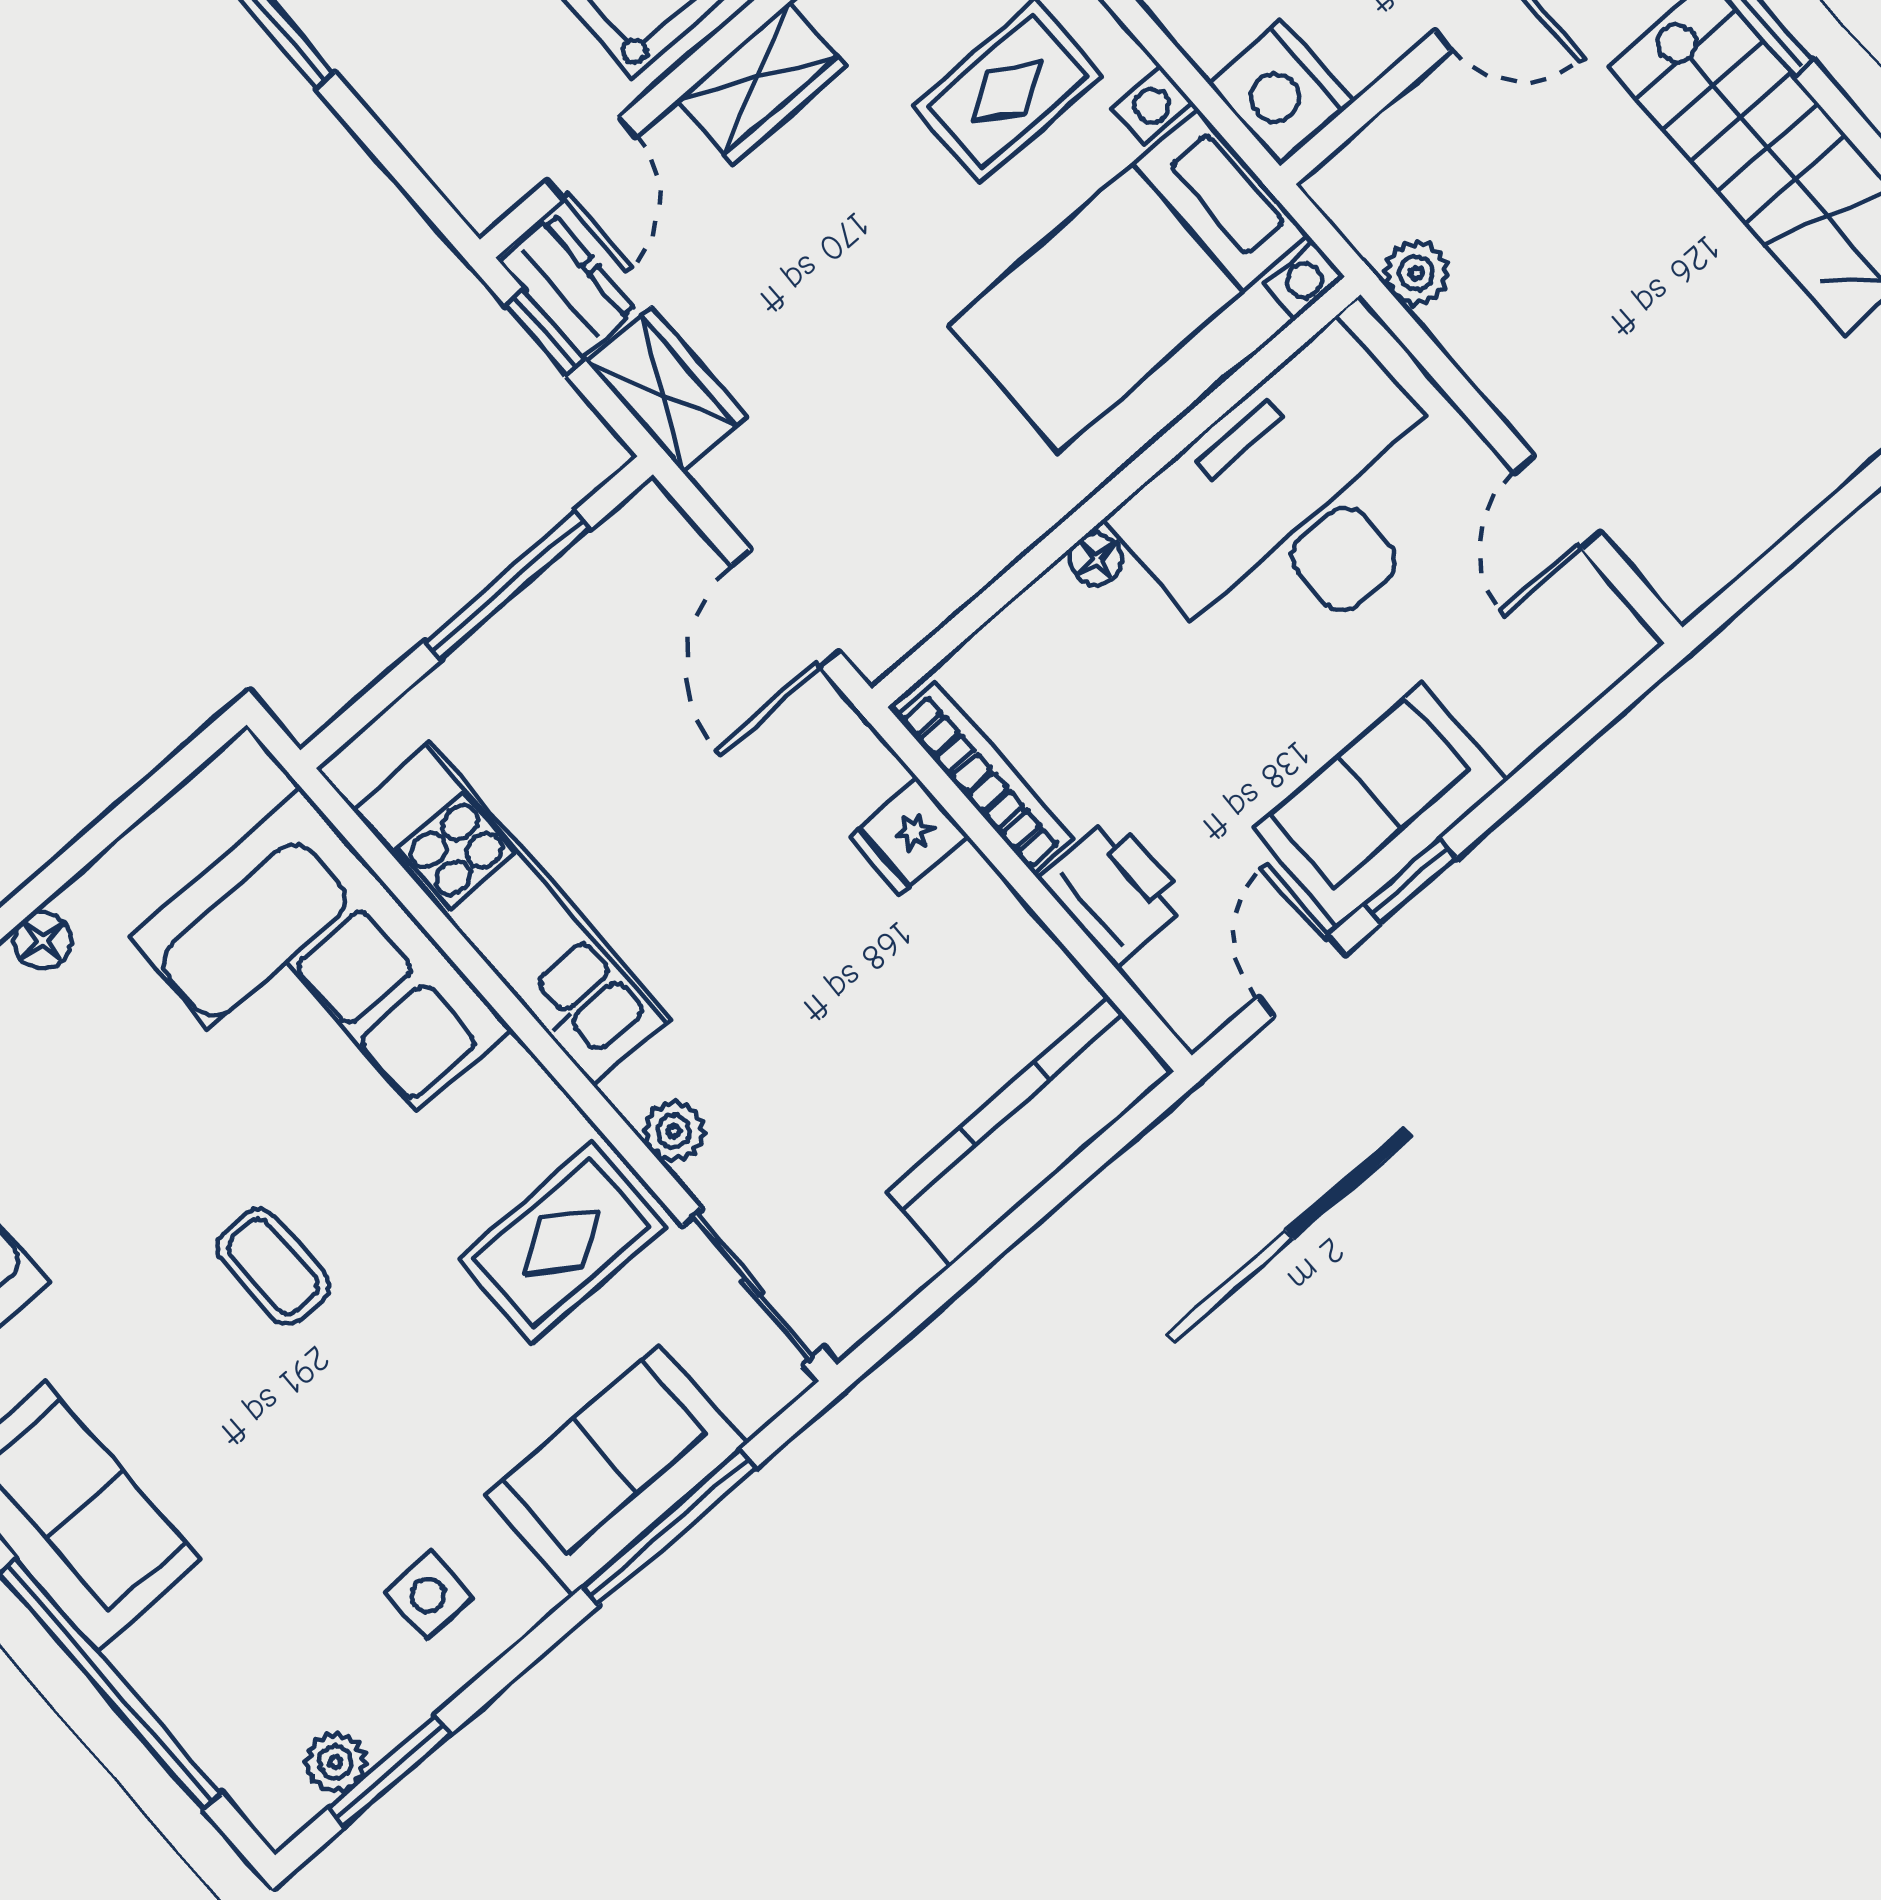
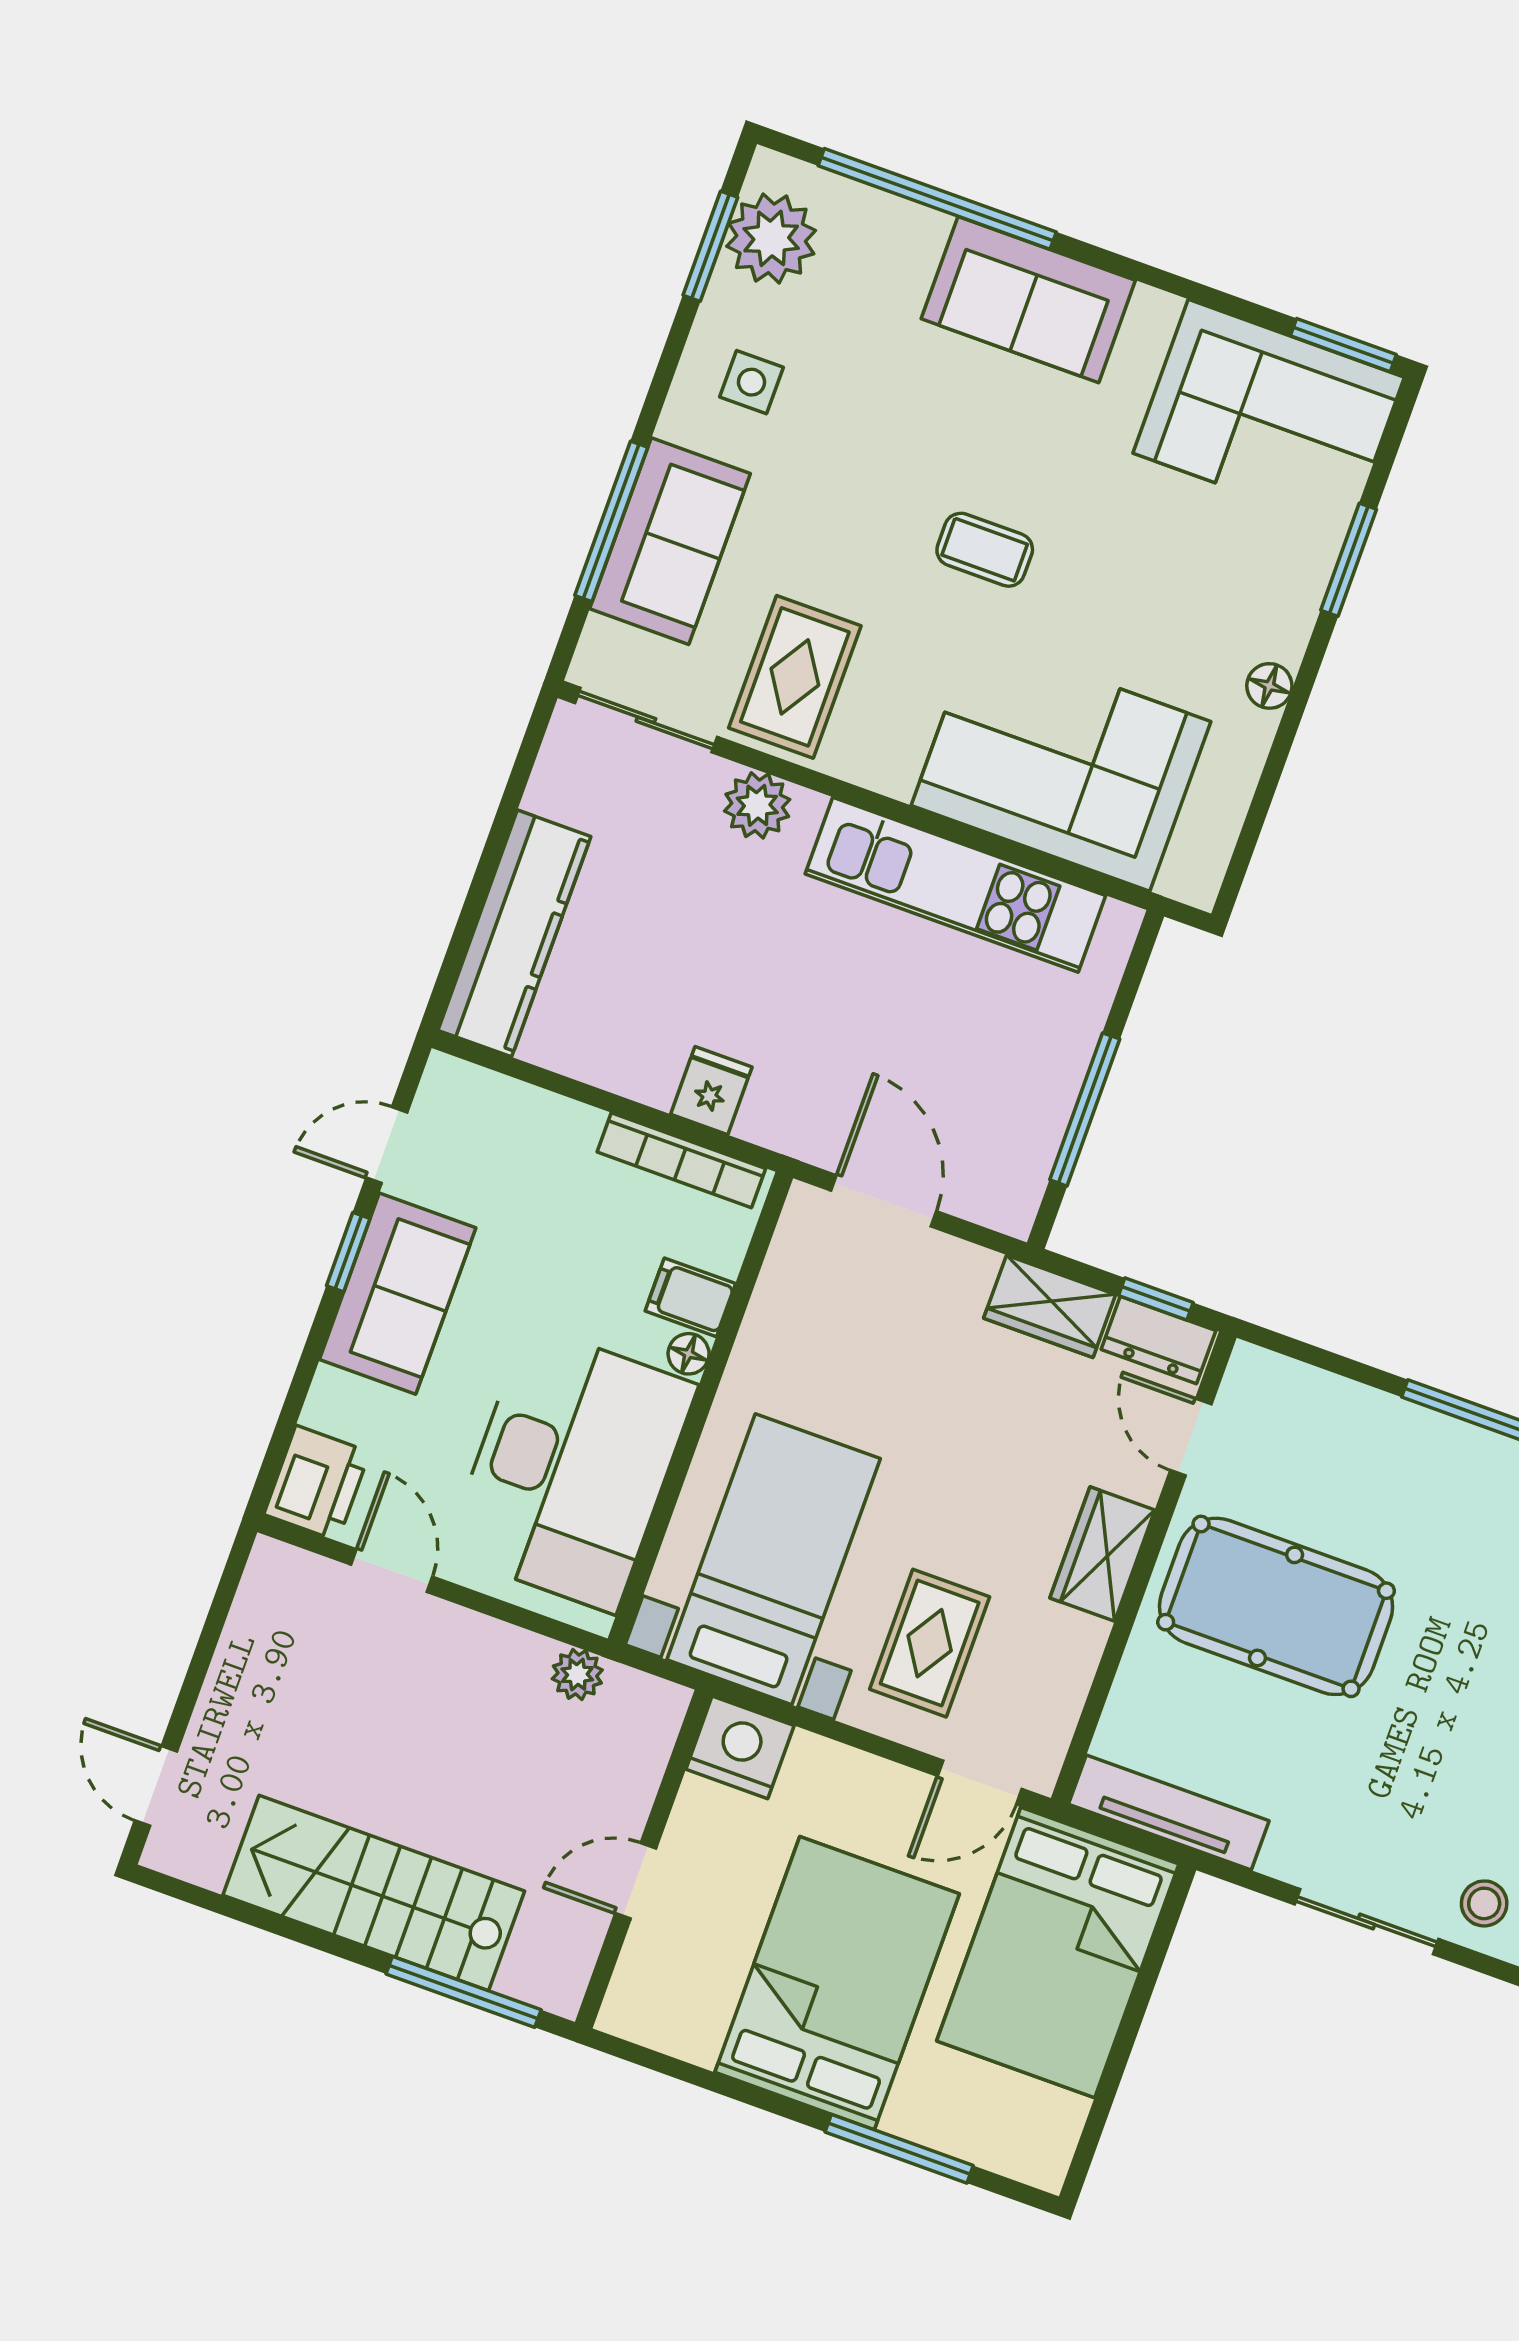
filing cabinet: (1059, 621) -> (690, 1297), added
printer: (1114, 891) -> (317, 1483), moved, turned -90
door: (1301, 976) -> (387, 1145), swing flipped
plant: (674, 1131) -> (757, 805), width x1.38, depth x1.38
plant: (335, 1762) -> (771, 238), width x1.88, depth x1.88

